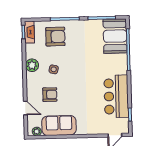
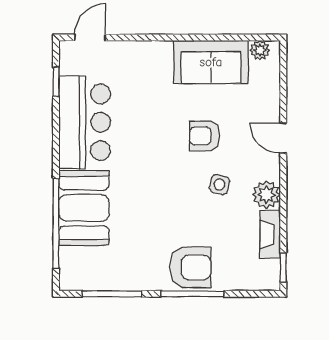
fireplace: (29, 32) -> (270, 234), moved
booth: (115, 36) -> (84, 208), moved
armchair: (55, 37) -> (190, 267), moved, turned 180
armchair: (50, 95) -> (205, 136), moved
door: (25, 108) -> (283, 138), moved

